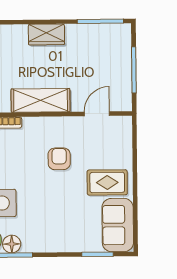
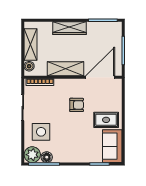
wardrobe: (46, 34) -> (70, 28), width x1.50
door: (97, 114) -> (100, 77), width x1.88
armchair: (59, 159) -> (77, 105), turned 90

